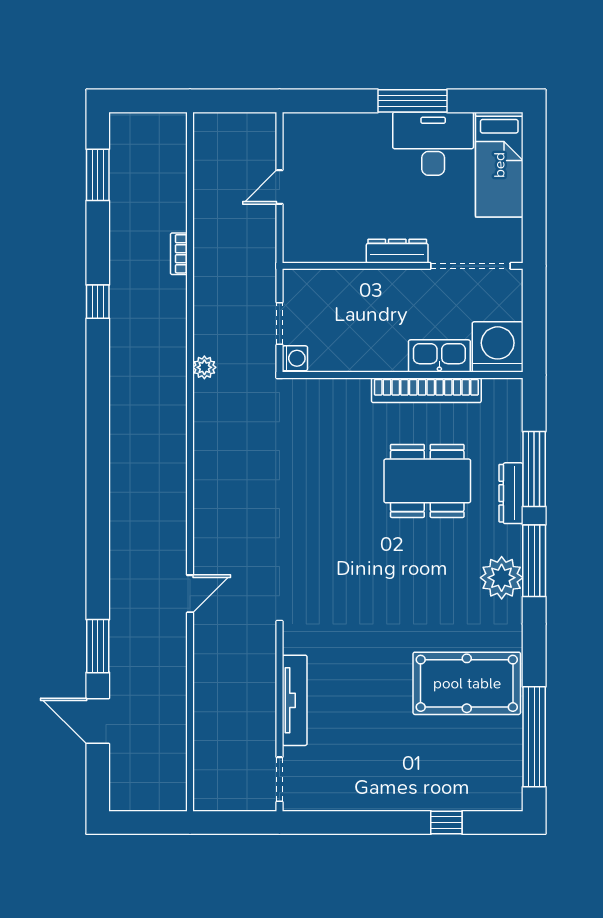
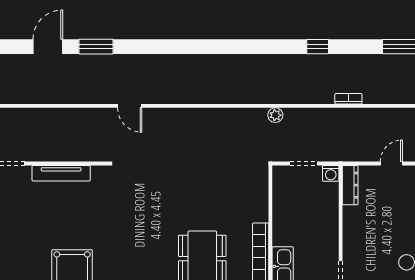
door: (280, 187) -> (391, 164), hinge flipped
dresser: (397, 251) -> (350, 185), moved
washing machine: (295, 358) -> (331, 173), moved

